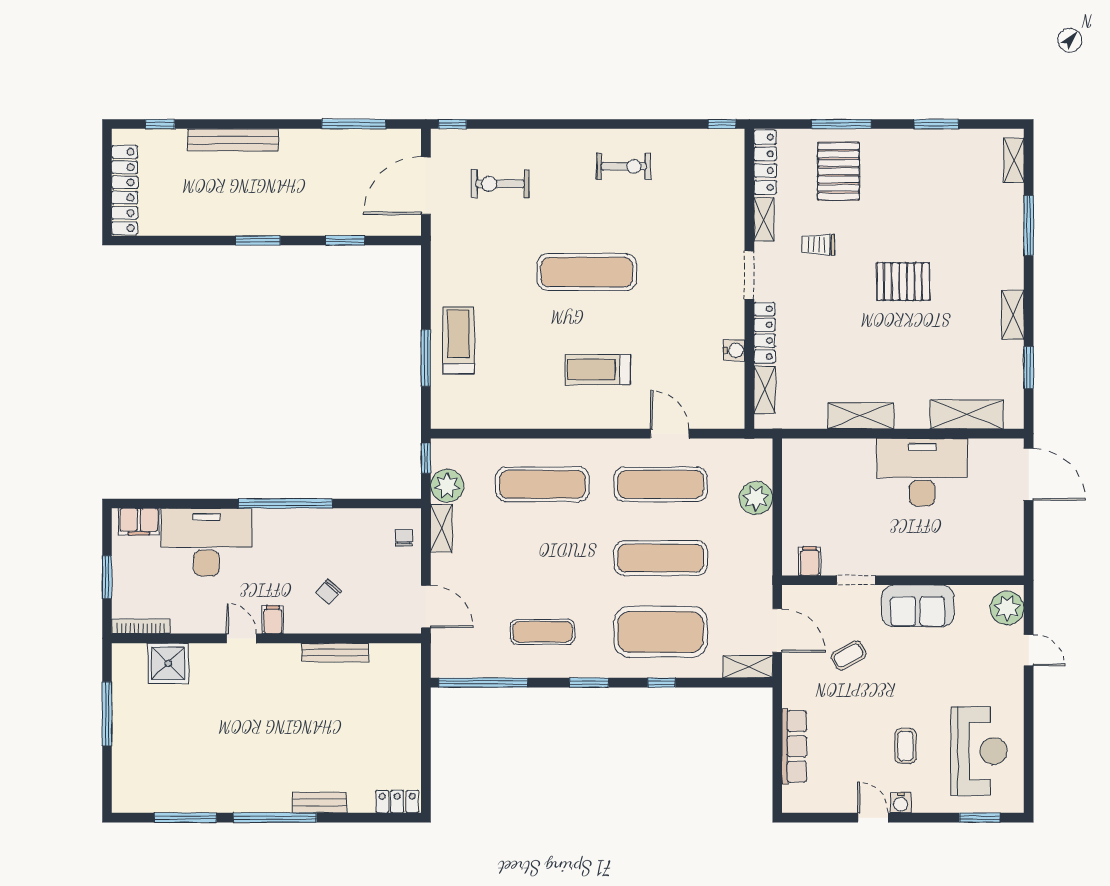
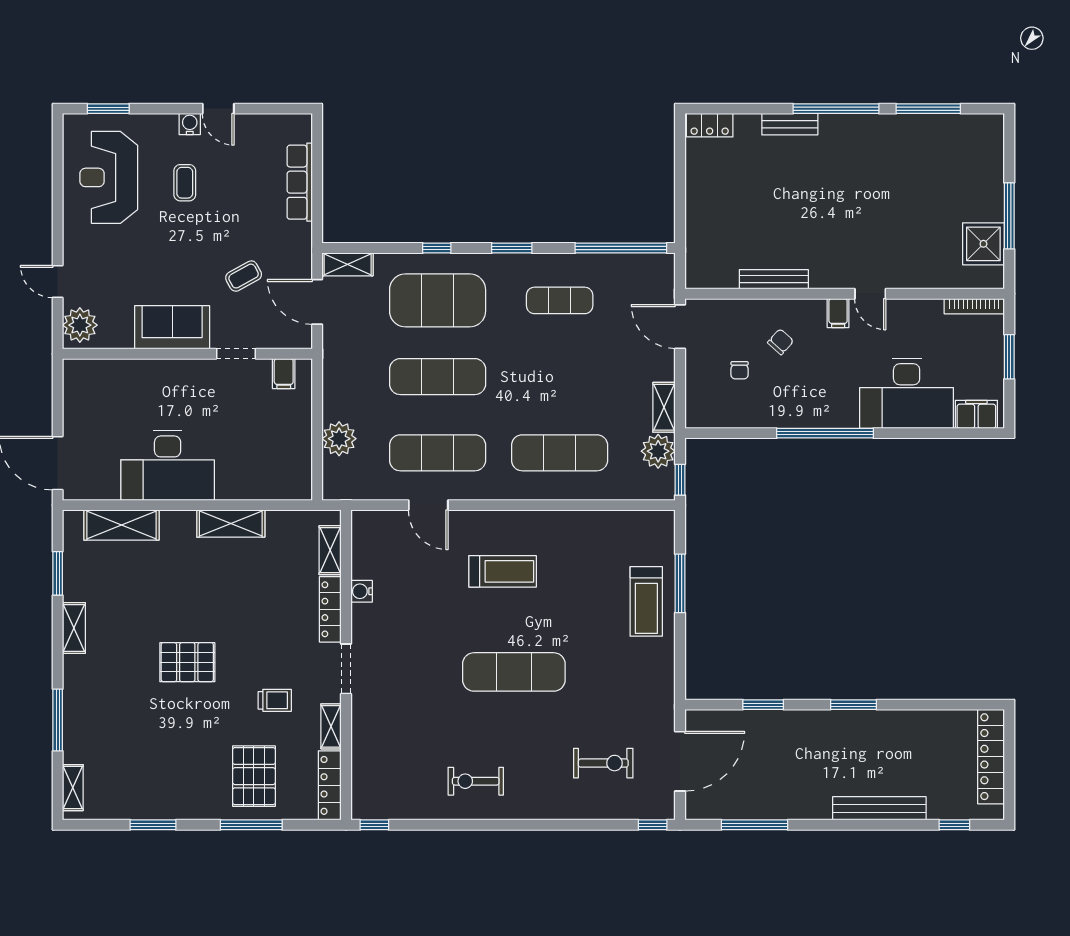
chair: (404, 538) -> (740, 370), moved
shower: (168, 663) -> (983, 244), moved

